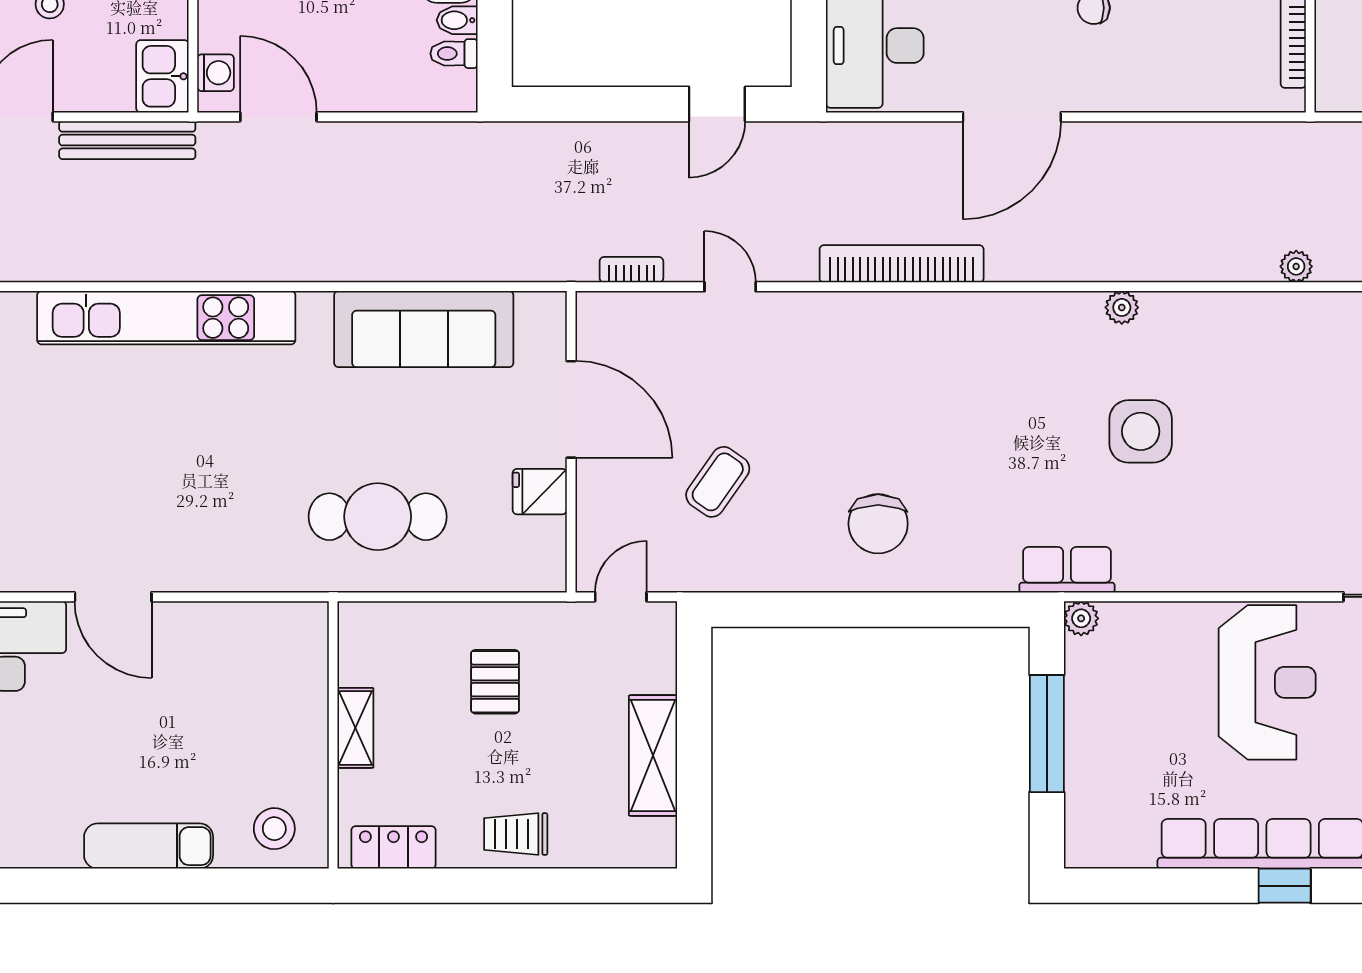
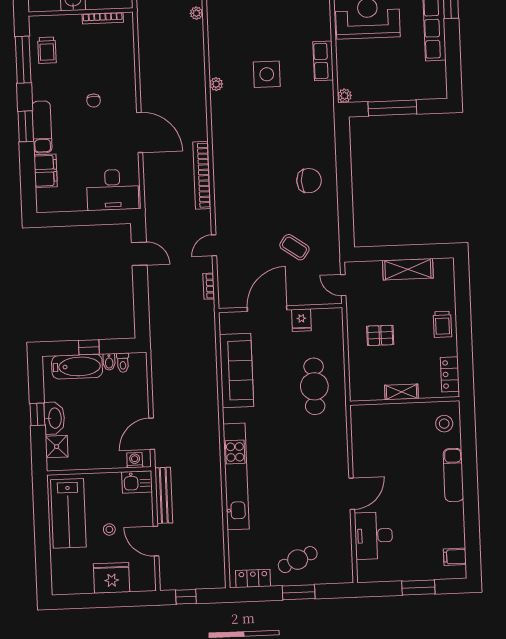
row of seats: (1067, 570) -> (323, 61), moved

